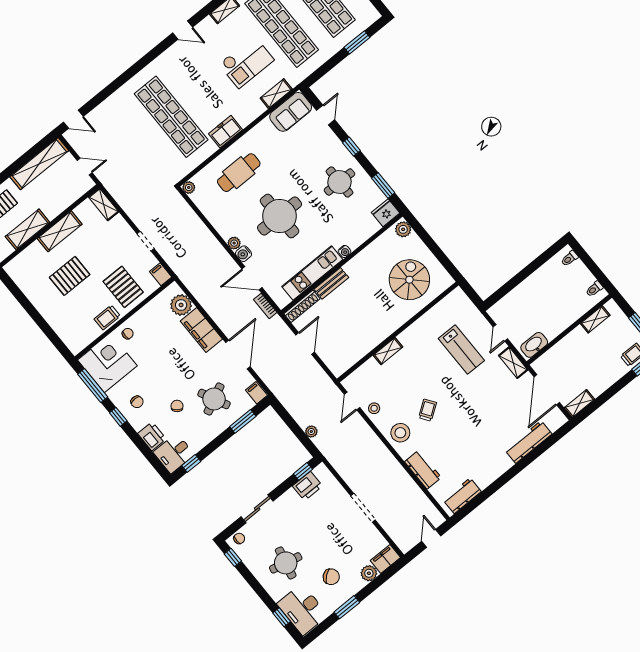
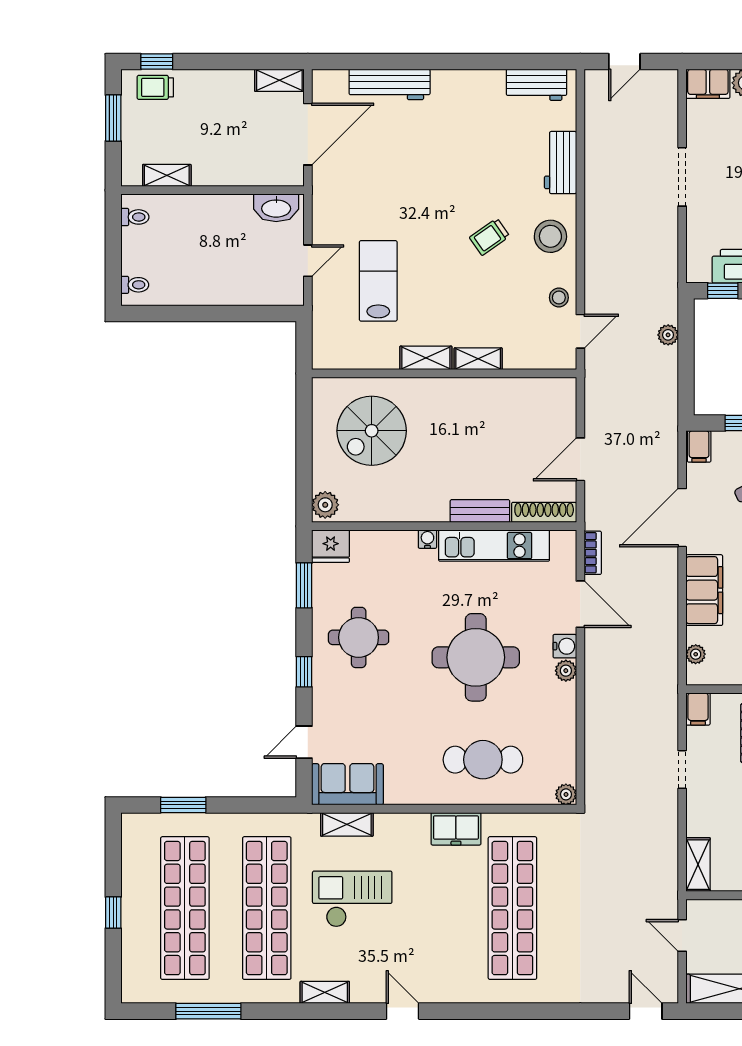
plant: (181, 305) -> (696, 654), width x0.53, depth x0.53
shelving: (513, 363) -> (426, 358), moved, turned 90

